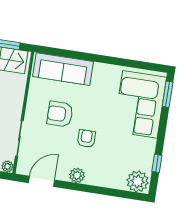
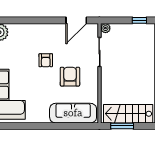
armchair: (60, 114) -> (70, 77), turned -90
plant: (77, 175) -> (49, 30), removed

